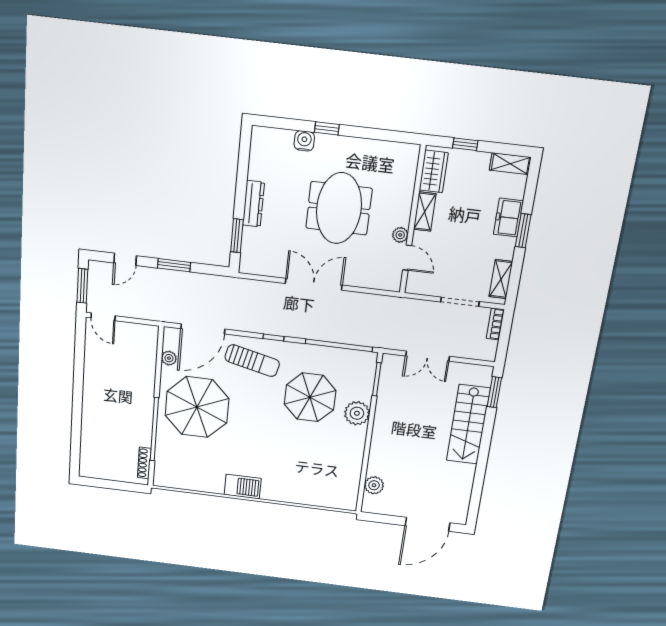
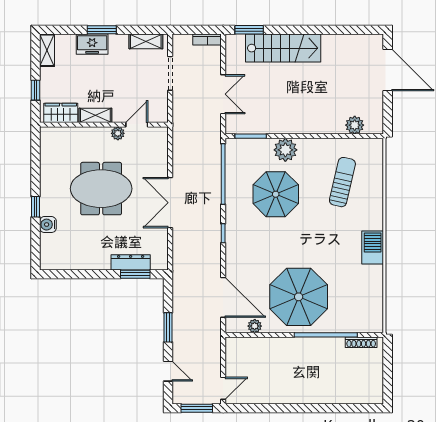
dresser: (253, 204) -> (131, 262), moved
bookcase: (495, 324) -> (207, 40), moved
sun lounger: (252, 361) -> (342, 182), moved

